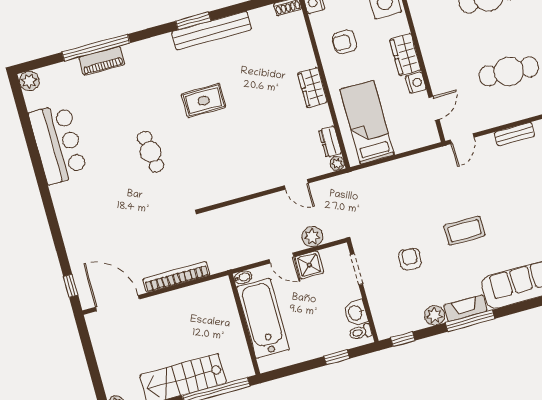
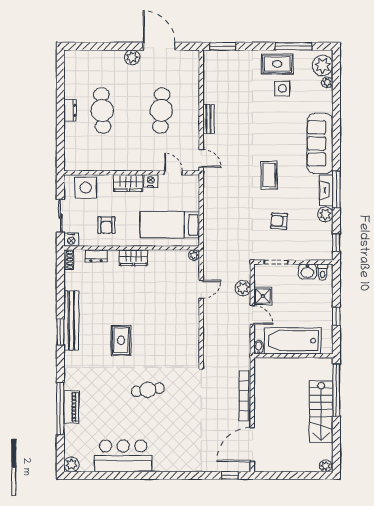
dresser: (330, 142) -> (96, 256), moved
door: (282, 258) -> (252, 315), hinge flipped
window: (337, 357) -> (336, 316), moved

